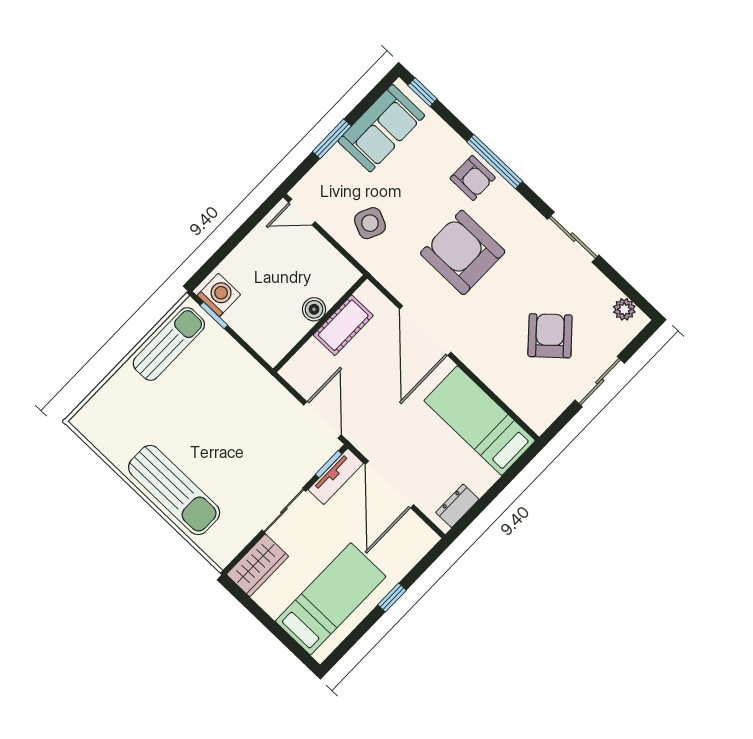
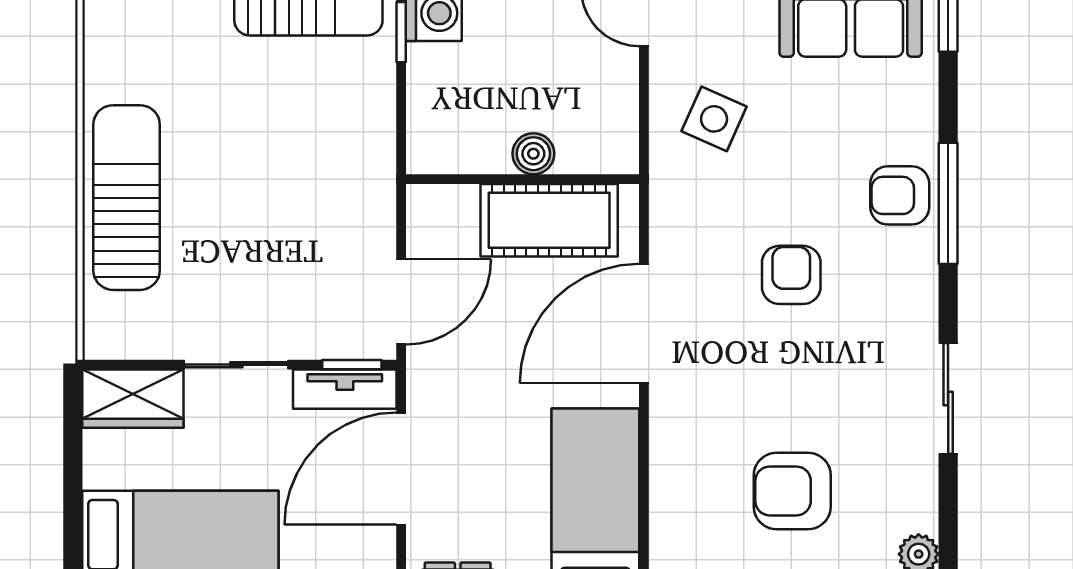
armchair: (473, 178) -> (900, 195), turned 90
armchair: (463, 252) -> (791, 275), width x0.53, depth x0.53
cot: (343, 325) -> (549, 220), width x1.37, depth x1.34
armchair: (550, 336) -> (792, 491), turned -138
sun lounger: (174, 490) -> (127, 198), turned 180

